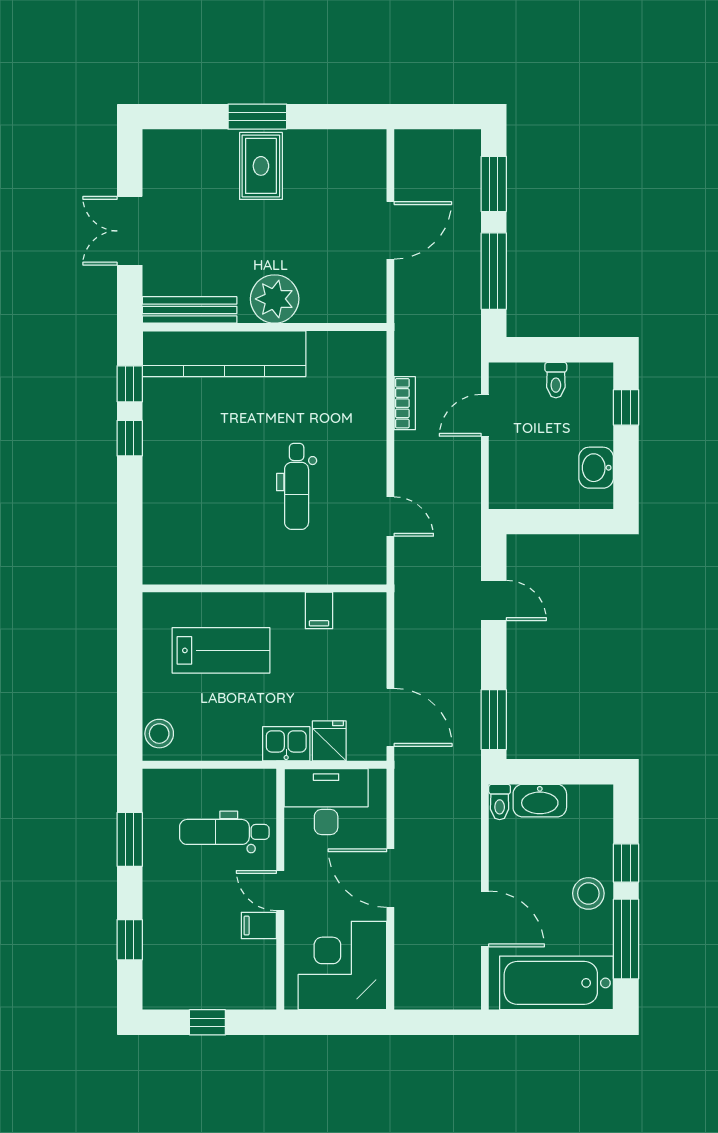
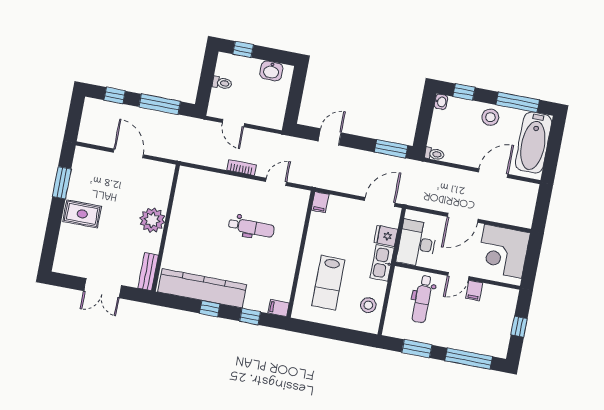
window: (257, 117) -> (62, 183), moved
window: (494, 184) -> (115, 95), width x0.67
bench: (190, 310) -> (148, 272), width x0.73
kitchen counter: (224, 354) -> (202, 288), moved, turned -90
window: (130, 384) -> (250, 316), moved
bookcase: (405, 403) -> (241, 168), moved
filing cabinet: (156, 566) -> (279, 308), added
filing cabinet: (319, 610) -> (320, 202), moved, turned 90
lab bench: (221, 650) -> (328, 283), turned 180
stool: (159, 734) -> (368, 305), moved
kitchen sink: (286, 744) -> (382, 263), width x1.38
washbasin: (540, 801) -> (441, 102), moved, width x0.52, depth x0.69
window: (626, 863) -> (464, 92), moved
window: (130, 940) -> (469, 359), width x2.17

